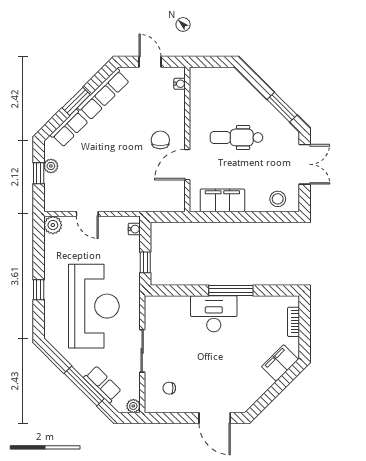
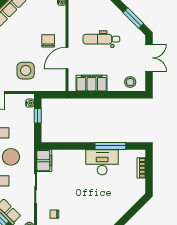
side table: (128, 182) -> (26, 71), added
window: (145, 262) -> (38, 116), moved
window: (231, 290) -> (110, 146), moved
desk: (214, 314) -> (102, 162), moved
filing cabinet: (280, 363) -> (44, 161), moved, turned 135

